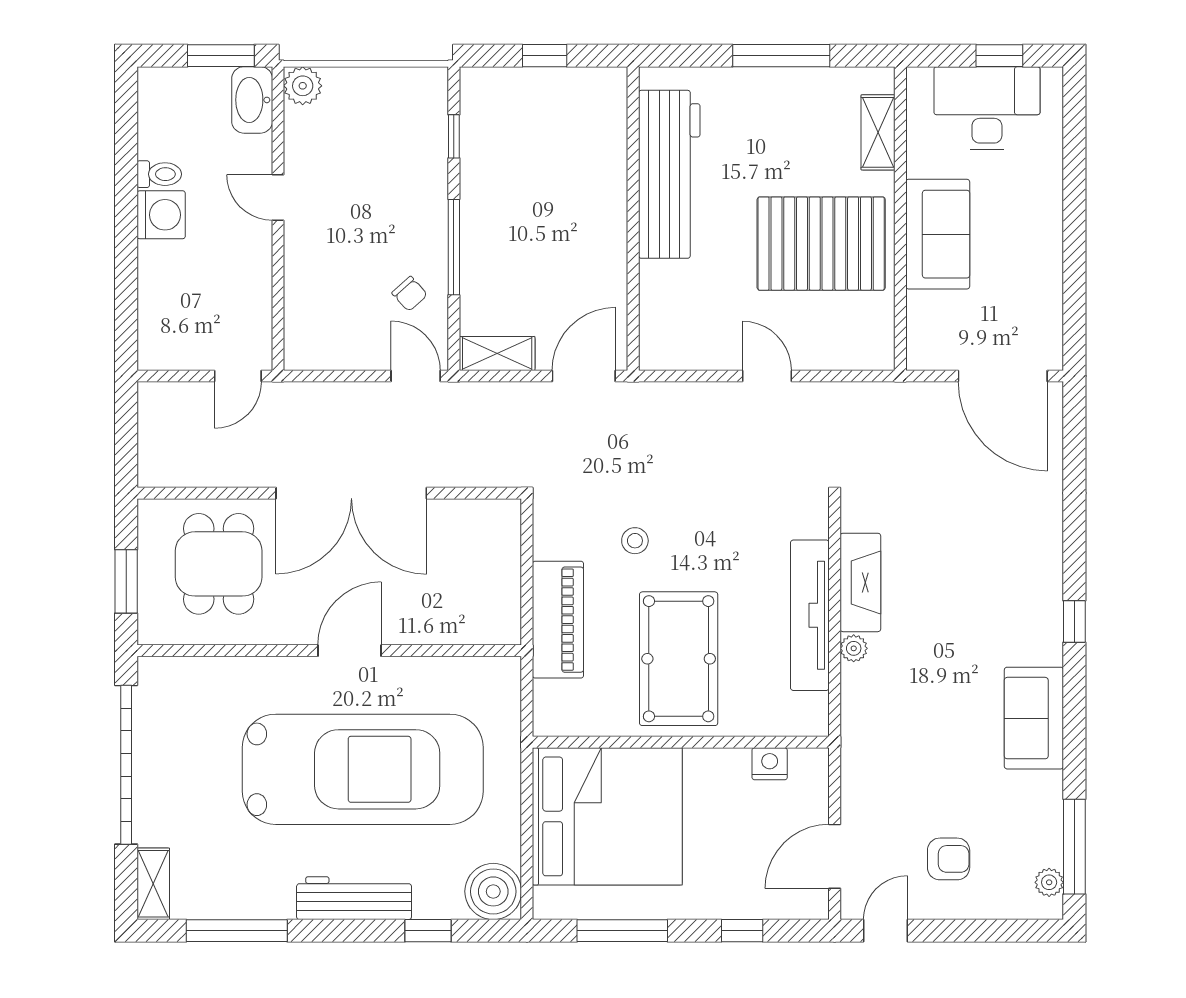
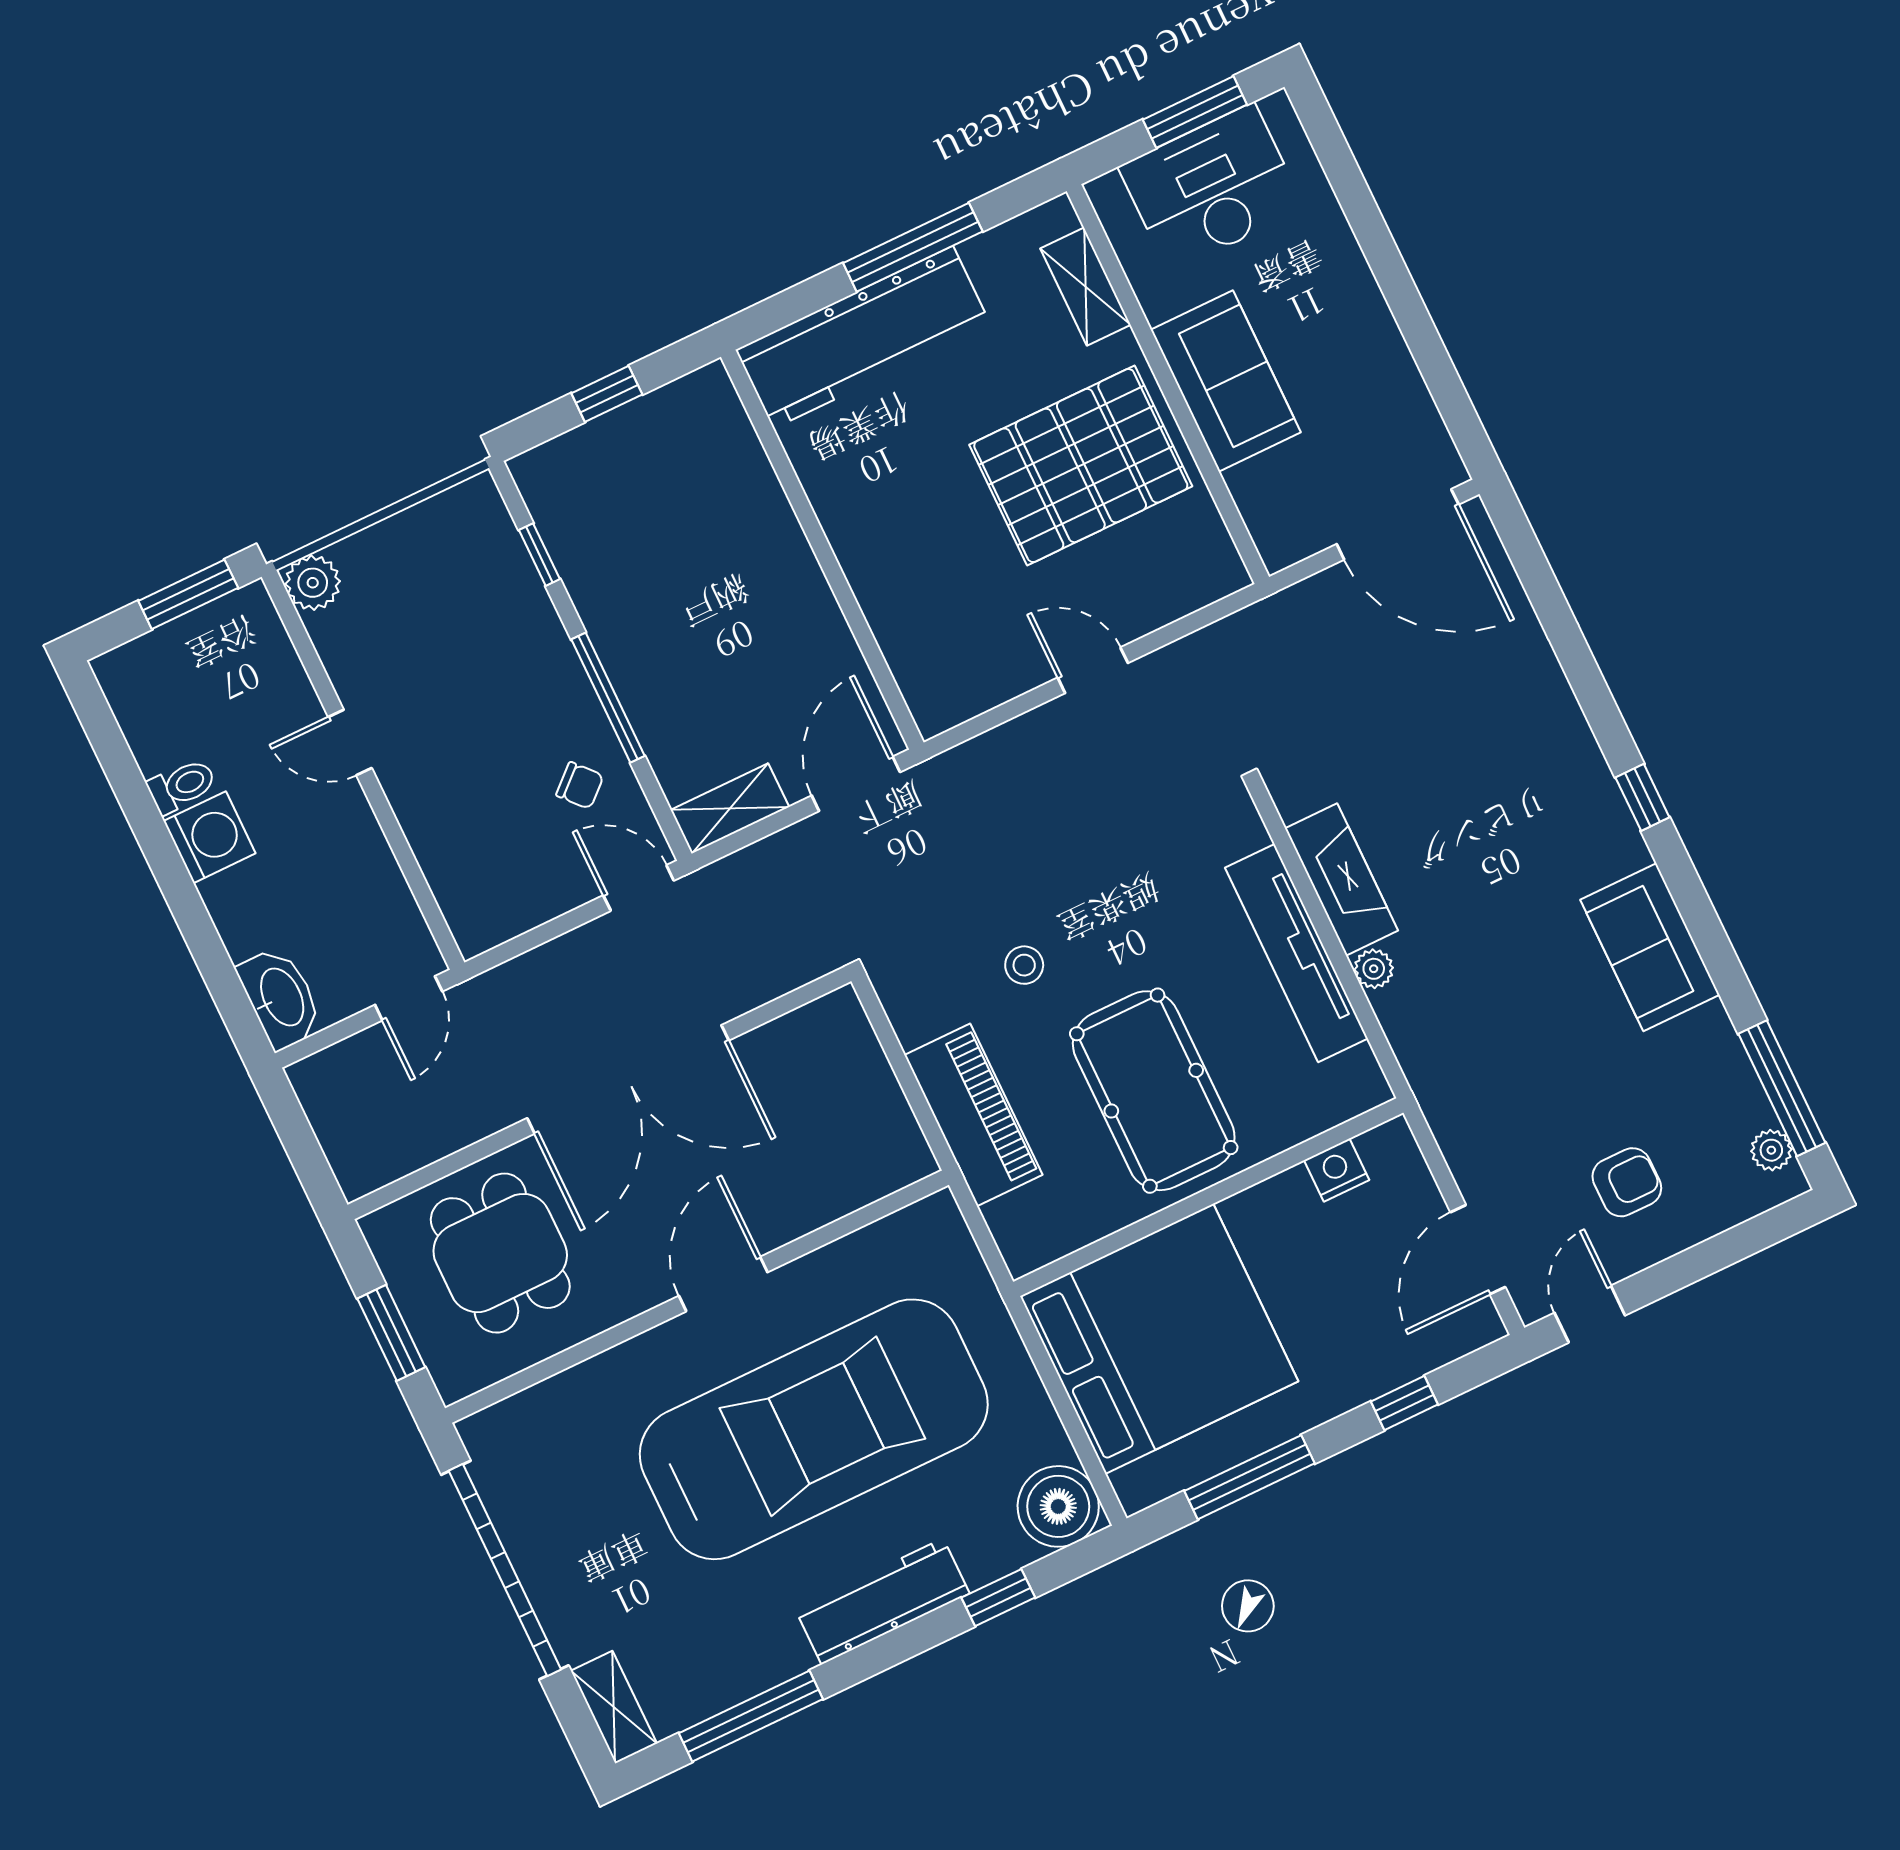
window: (999, 56) -> (1195, 112), width x1.50
washbasin: (252, 100) -> (281, 998), moved, turned 180
workbench: (669, 174) -> (863, 337), moved, turned 90

